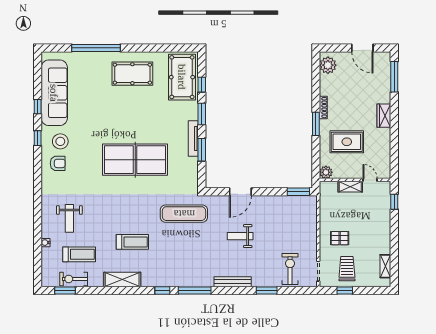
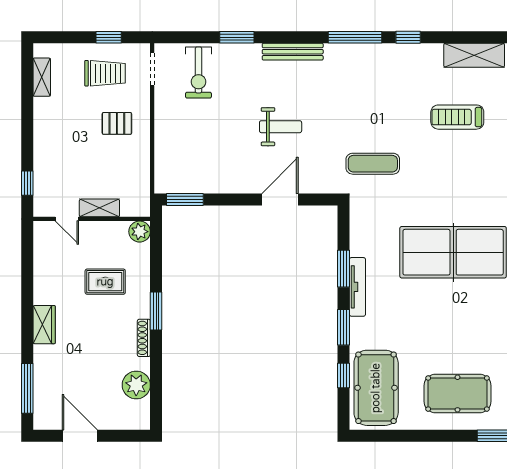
plant: (328, 65) -> (136, 385), moved
rug: (347, 142) -> (105, 282), width x0.73, depth x0.70
exercise mat: (184, 214) -> (373, 164), width x0.73, depth x0.69
trolley: (347, 269) -> (105, 73), turned -90

